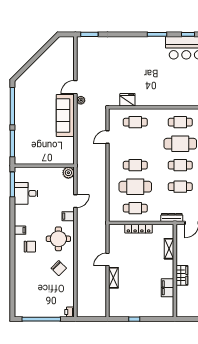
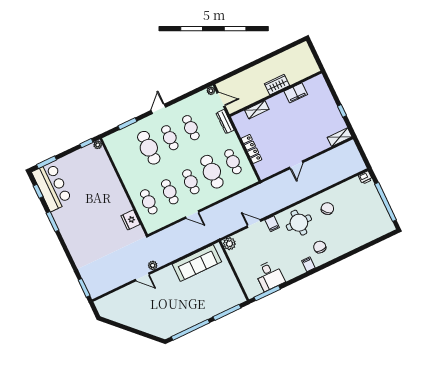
sofa: (65, 115) -> (197, 263), moved
cafe table: (180, 122) -> (170, 192), moved
door: (108, 137) -> (192, 214), moved
door: (108, 259) -> (296, 165), hinge flipped
shelving: (113, 278) -> (340, 137), moved

